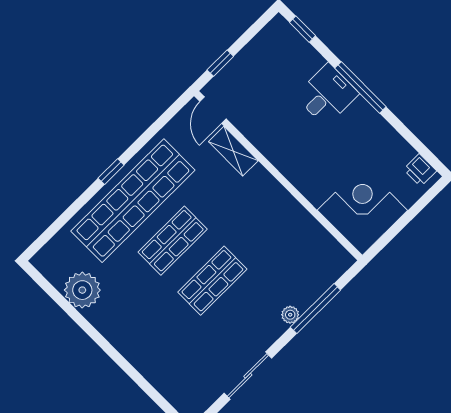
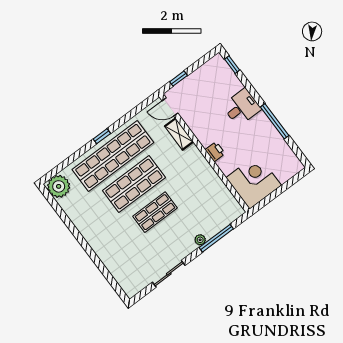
window: (360, 87) -> (275, 121), moved
door: (213, 110) -> (170, 107), hinge flipped
printer: (420, 170) -> (215, 152), moved, turned 180
shop shelf: (173, 241) -> (134, 184), width x1.43, depth x1.36
plant: (82, 290) -> (59, 186), moved

